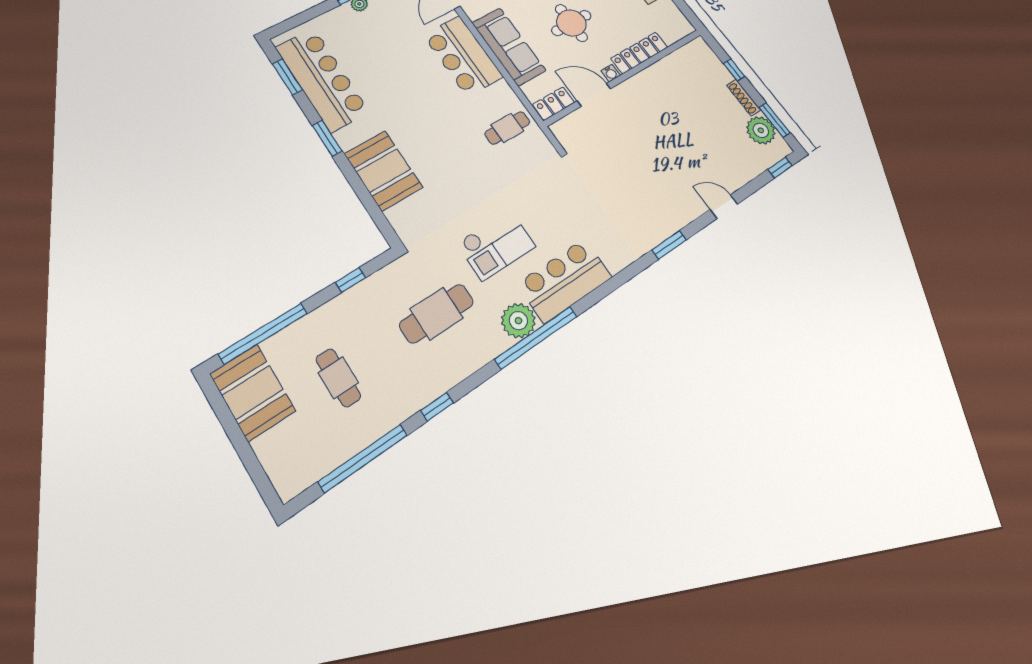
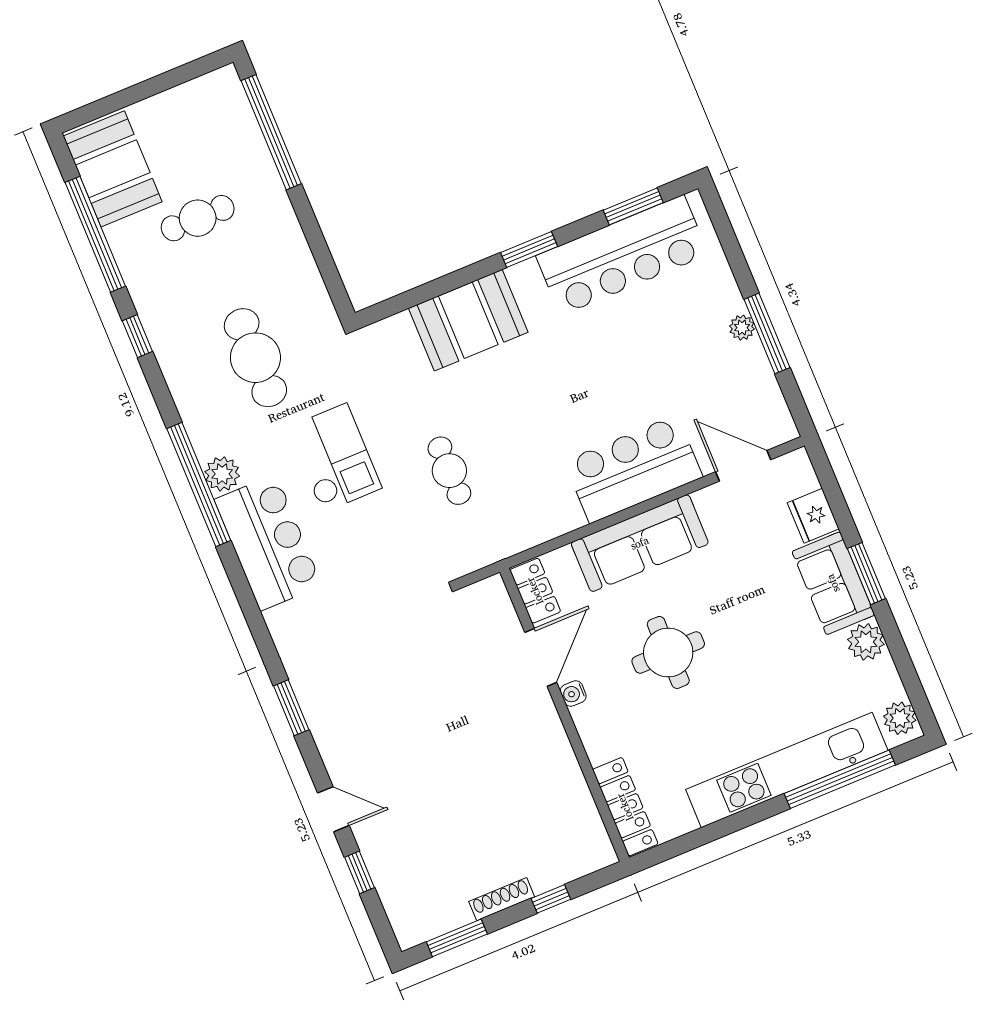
locker: (639, 53) -> (625, 807), moved
cafe table: (507, 128) -> (449, 471), moved
plant: (761, 130) -> (443, 909), removed
window: (780, 168) -> (359, 872), moved
door: (724, 207) -> (333, 809), hinge flipped
checkout: (496, 245) -> (334, 458), turned 180
window: (351, 280) -> (321, 252), removed
plant: (518, 321) -> (222, 474), width x0.73, depth x0.73
booth: (253, 392) -> (113, 169), moved, turned 90

